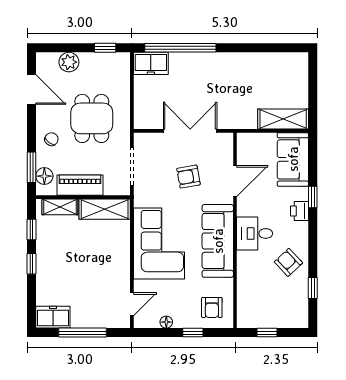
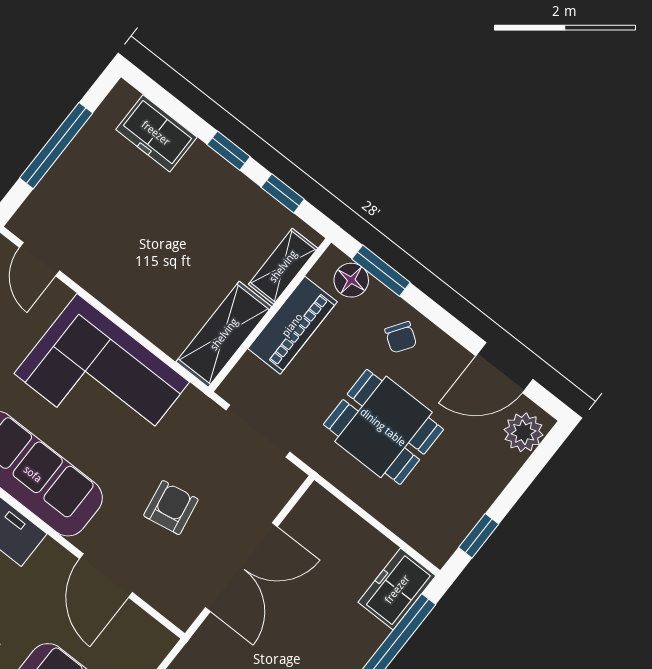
plant: (69, 62) -> (524, 432), moved
freezer: (53, 317) -> (156, 133), moved, turned 90

